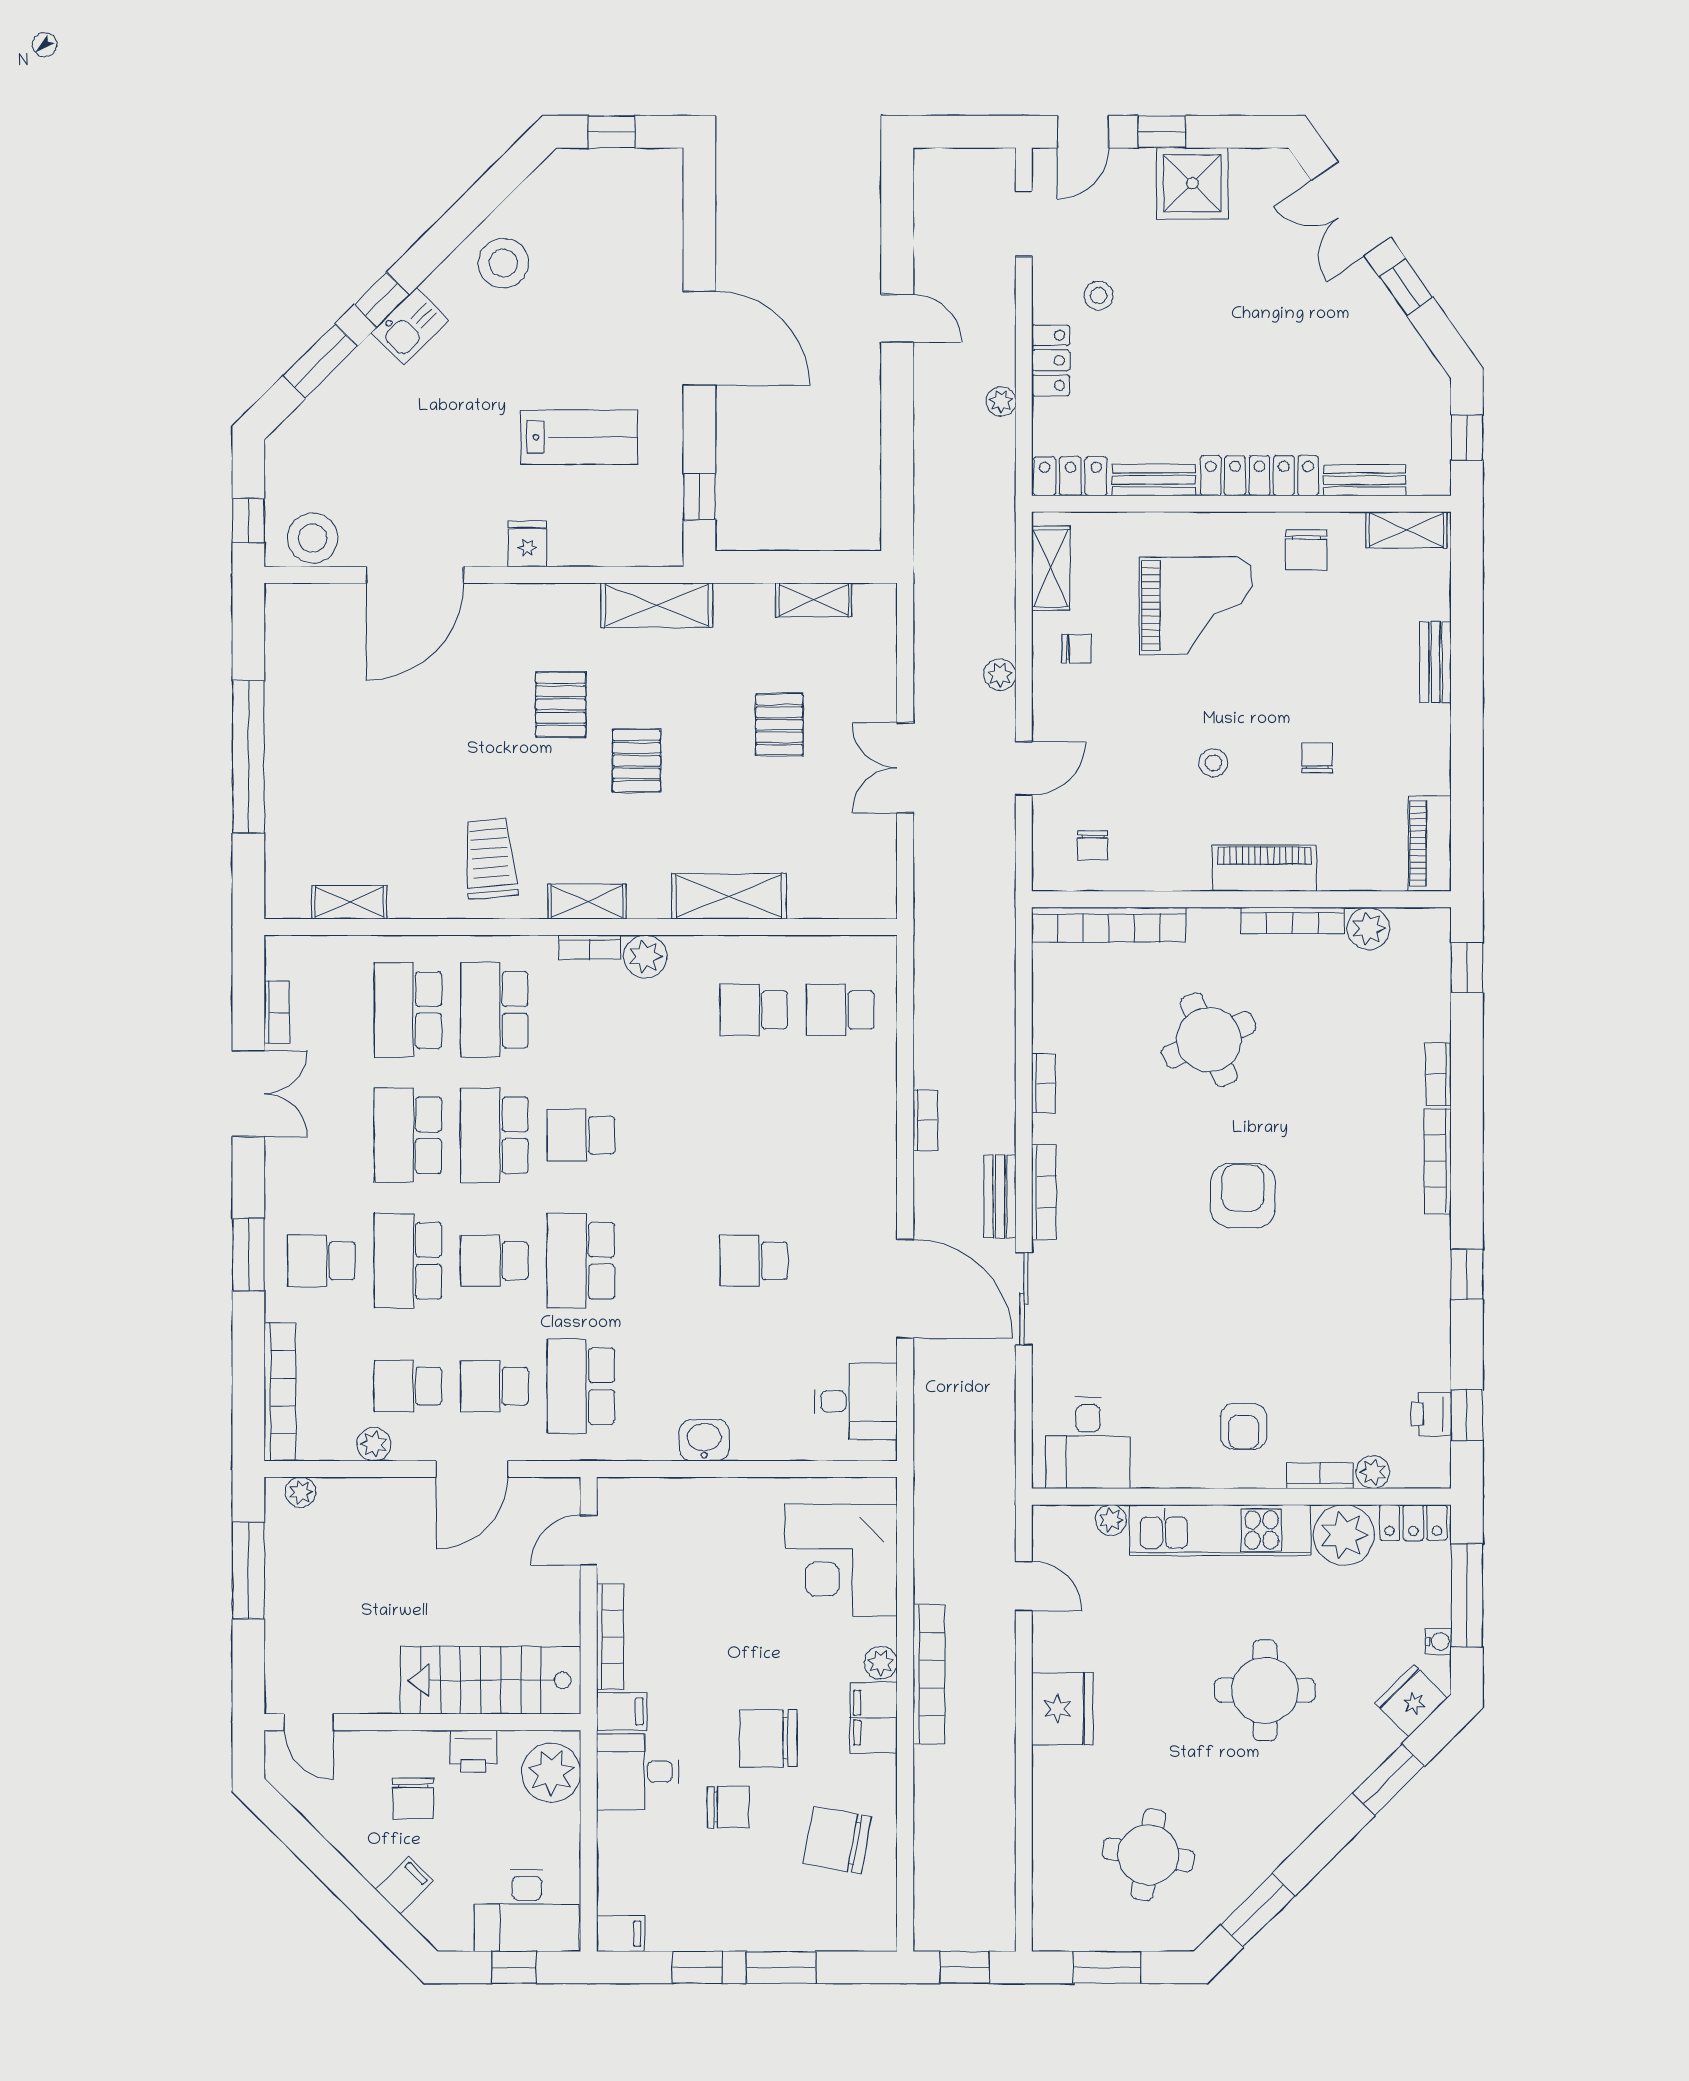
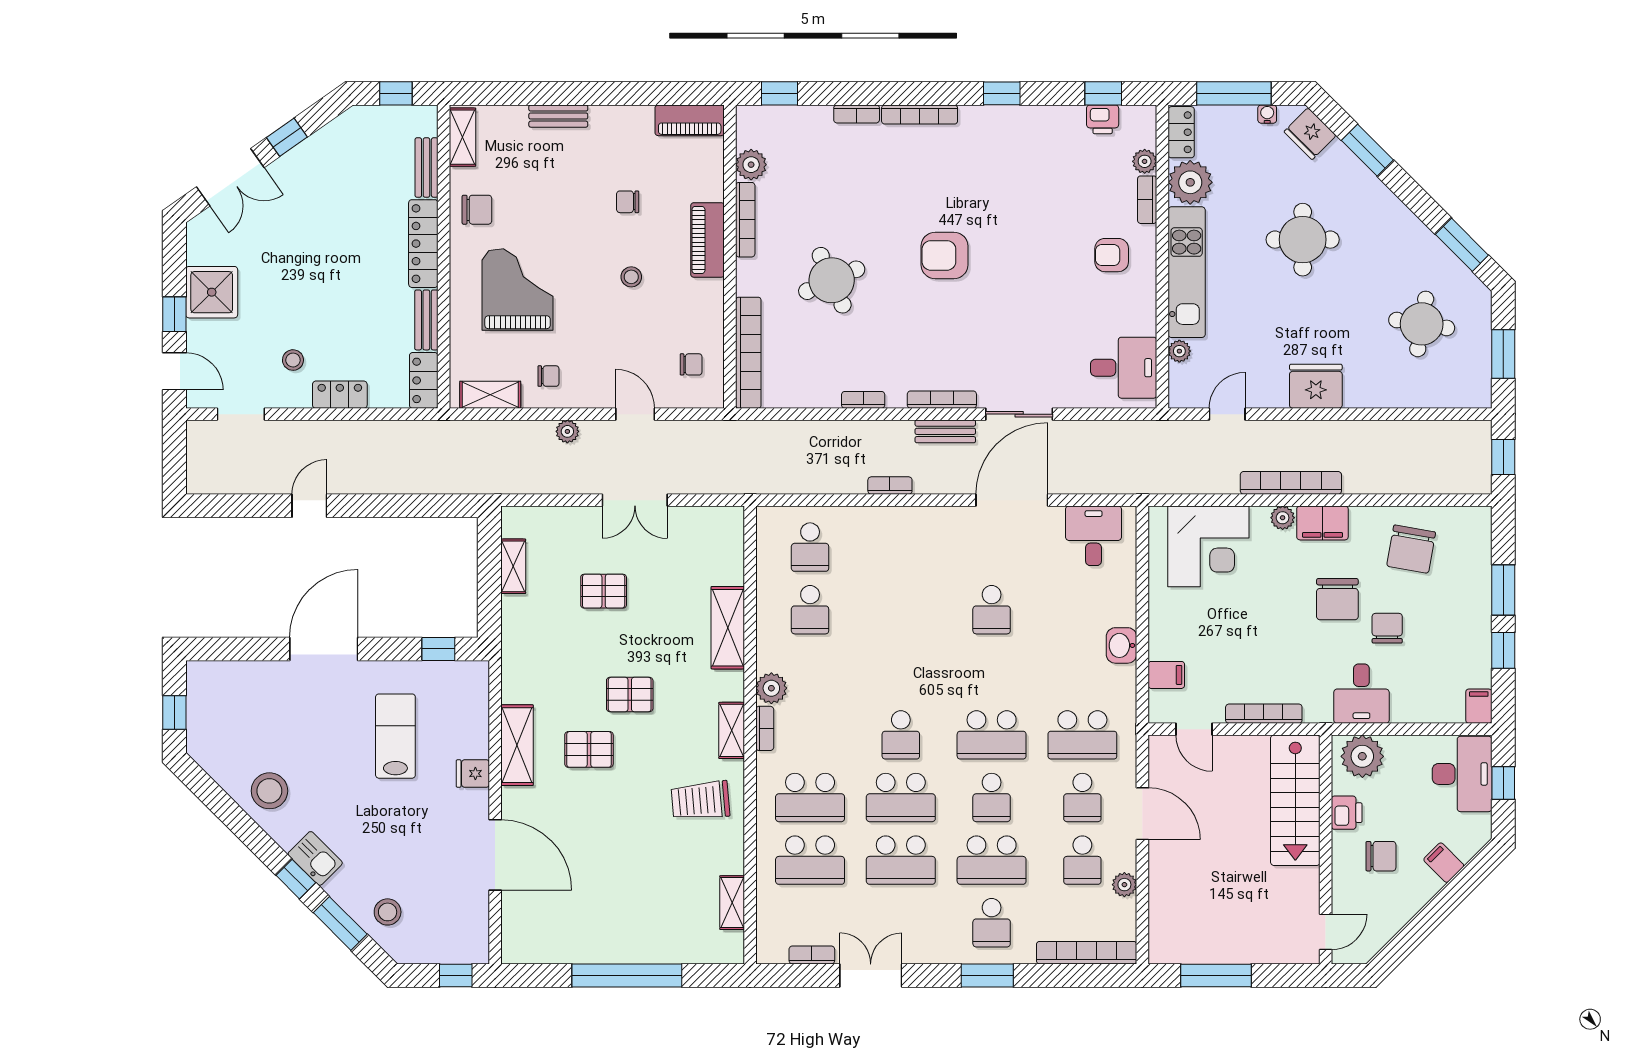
plant: (1001, 401) -> (370, 431), removed
stool: (313, 538) -> (388, 912), moved, width x0.73, depth x0.73
shelving: (657, 605) -> (517, 745), moved
chair: (1076, 649) -> (548, 376), turned 90
armchair: (1244, 1427) -> (1112, 255), turned 180
plant: (301, 1492) -> (1159, 938), removed
filing cabinet: (622, 1711) -> (1166, 675), moved, turned 90

